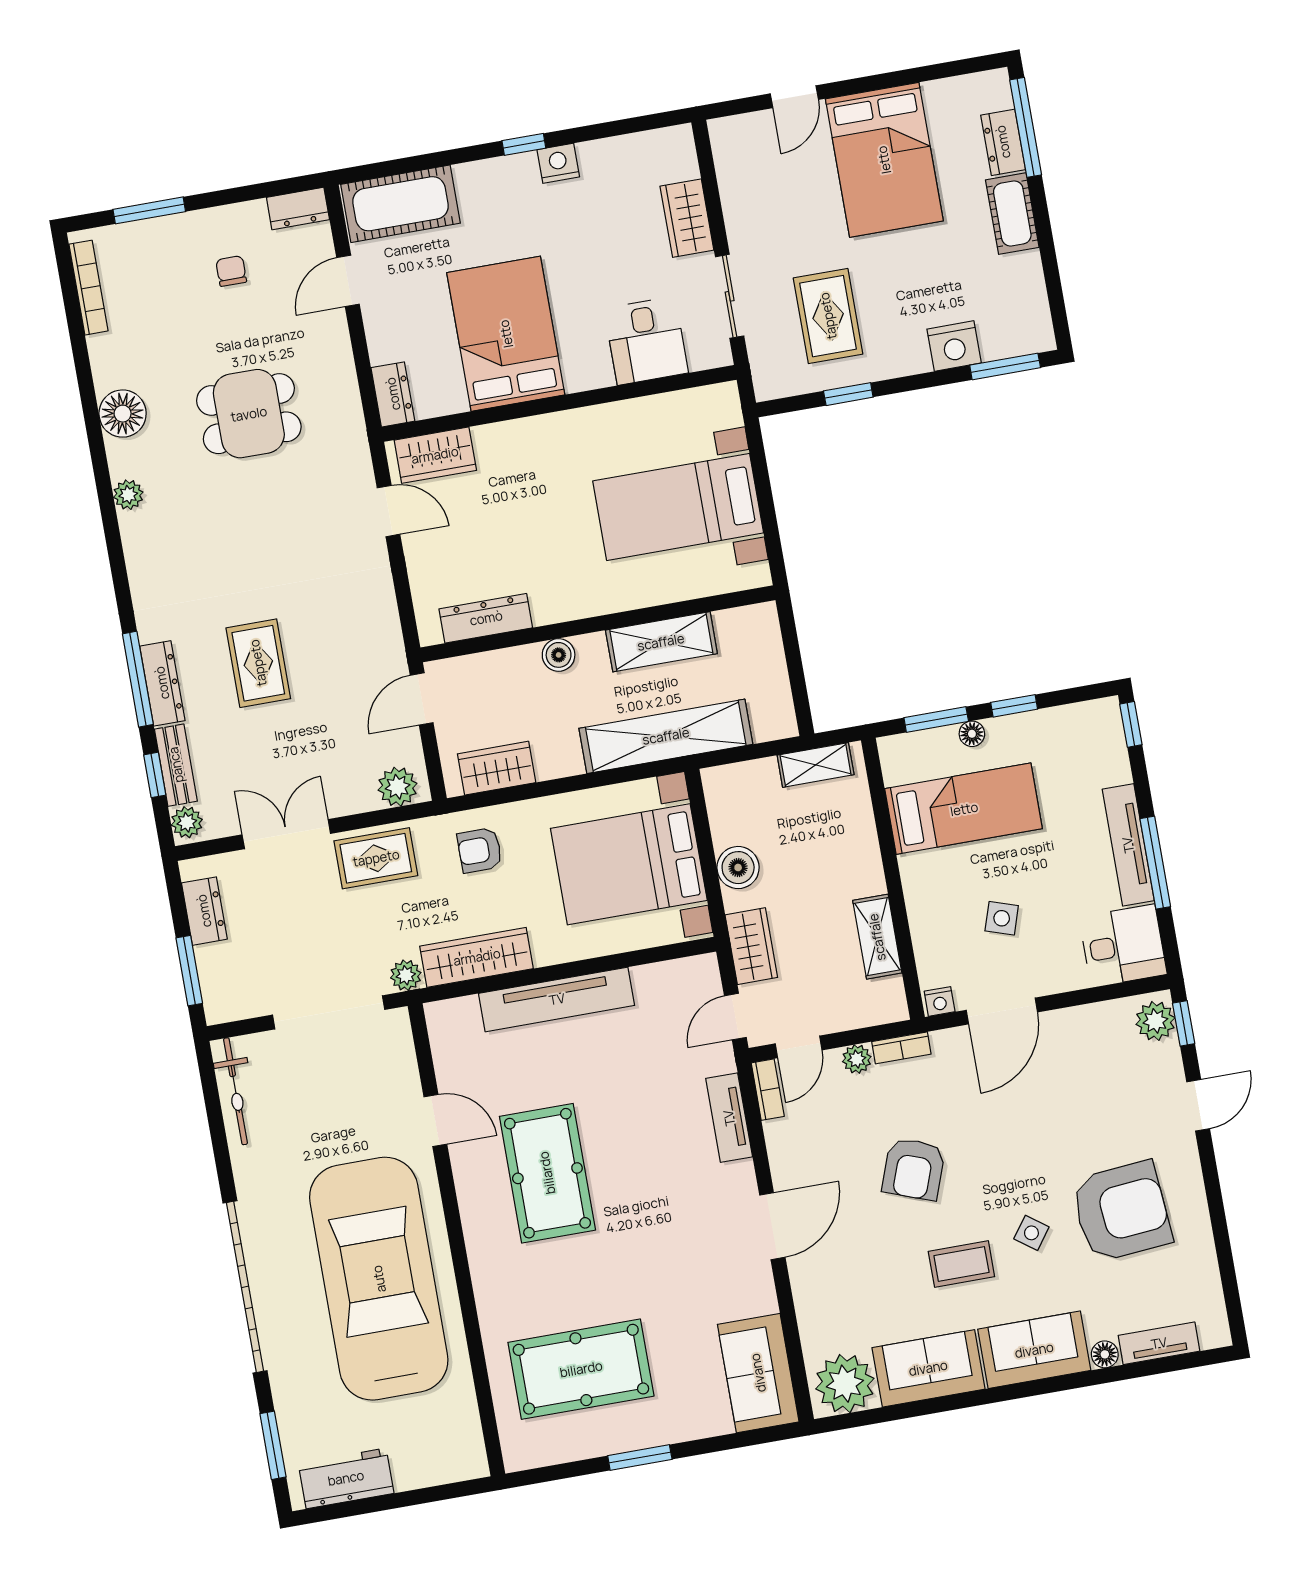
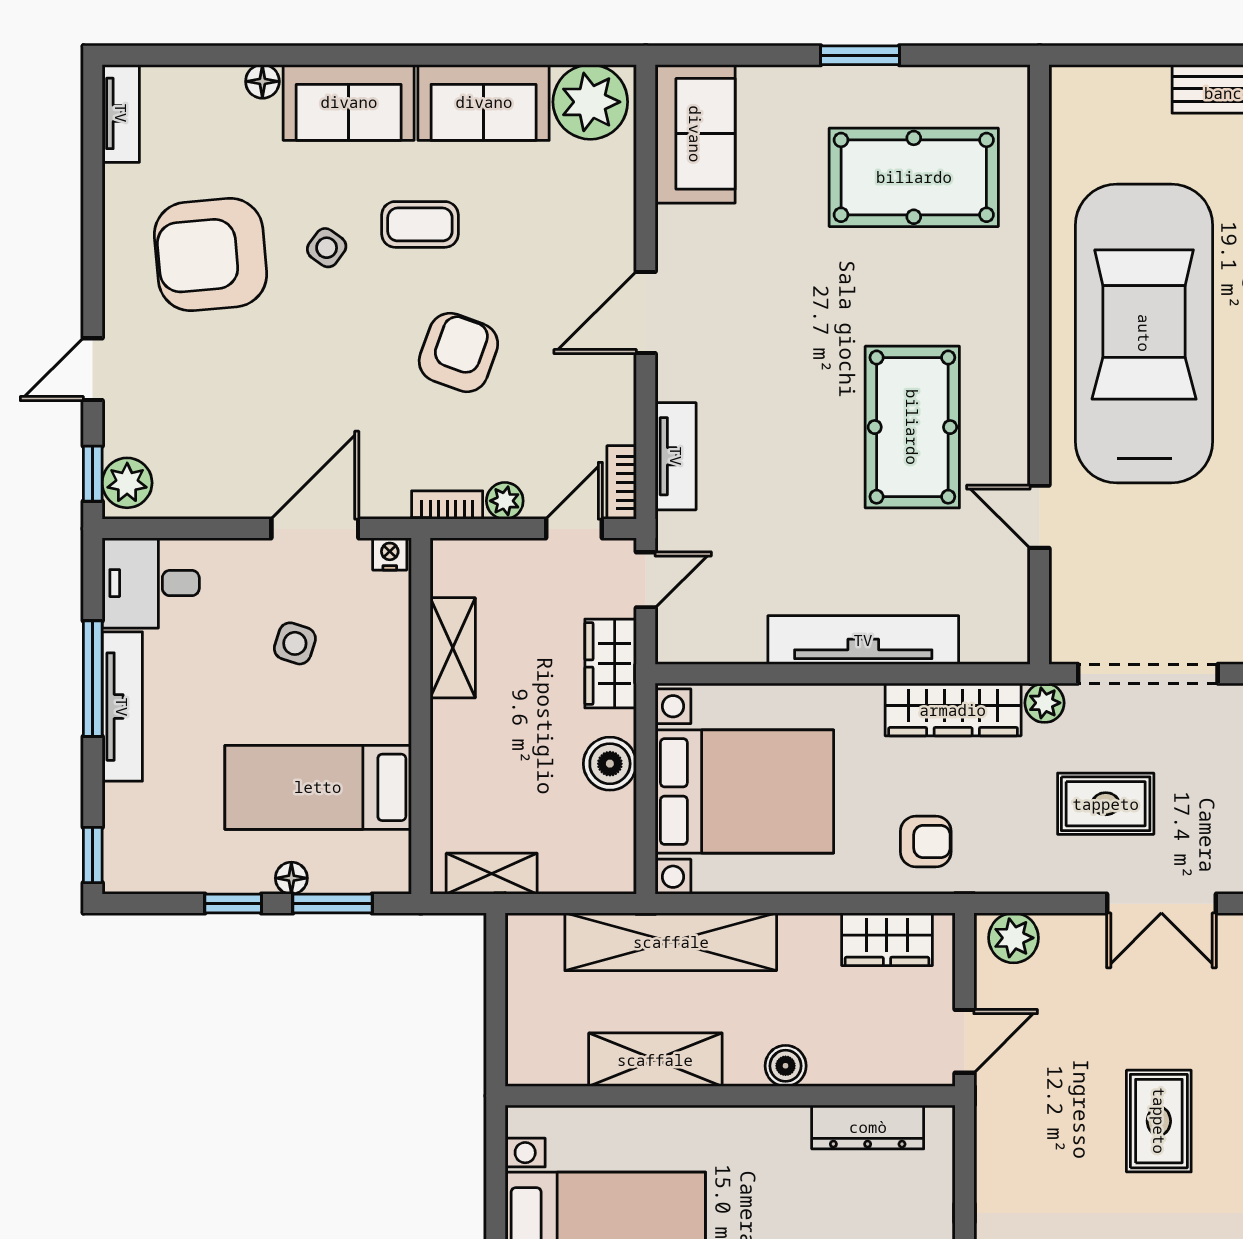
rug: (376, 858) -> (1106, 804), moved
car: (379, 1279) -> (1144, 333), turned 180
tv unit: (1159, 1343) -> (121, 113), moved, turned -90

